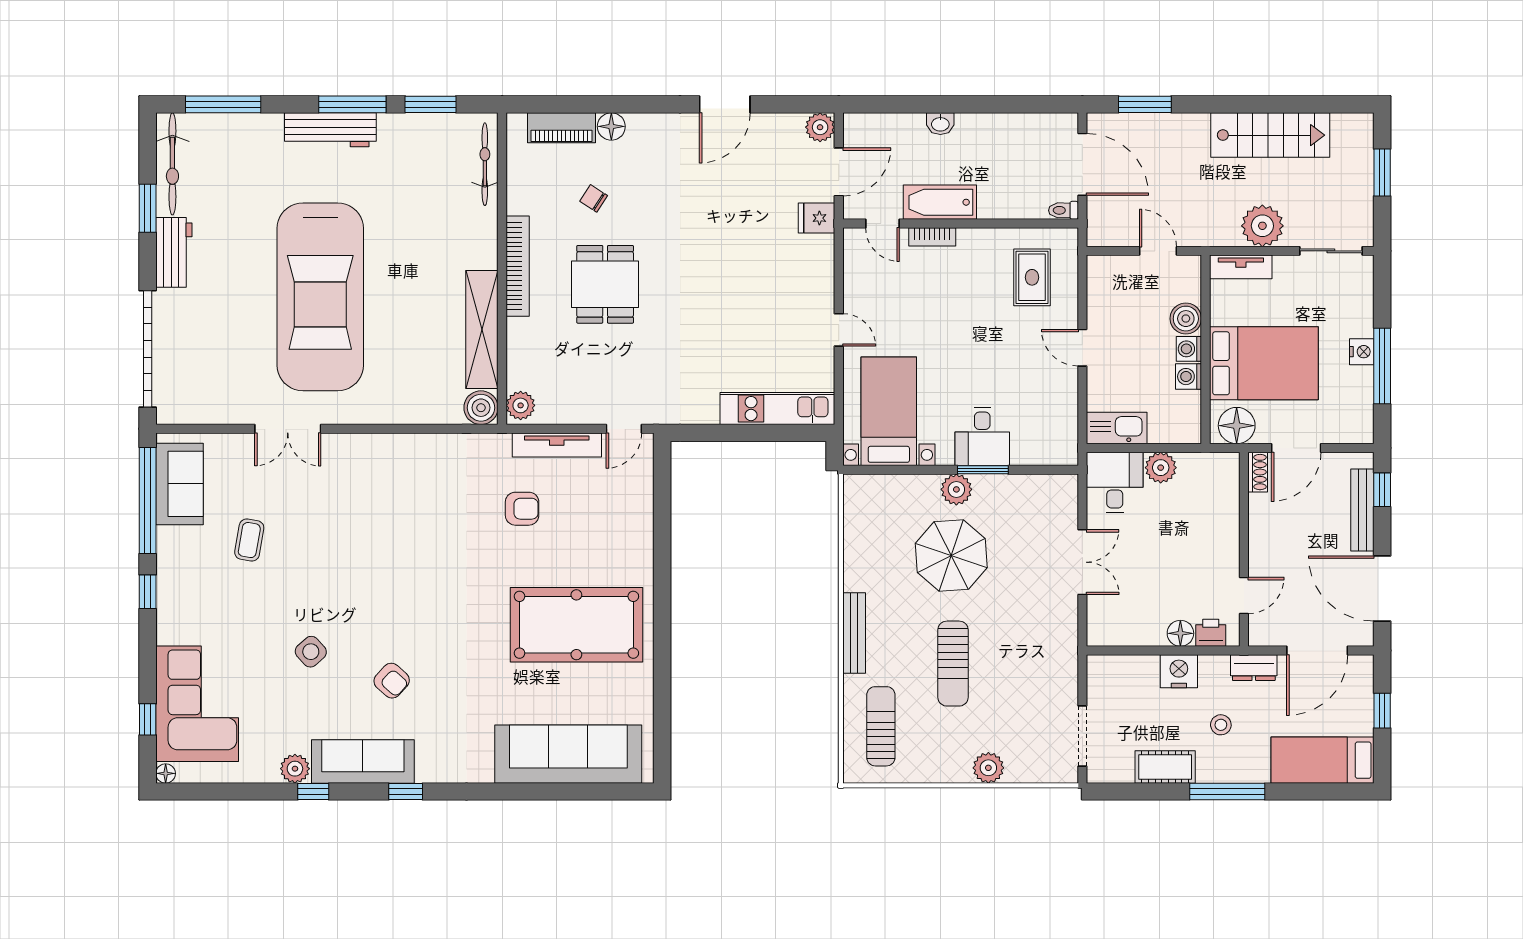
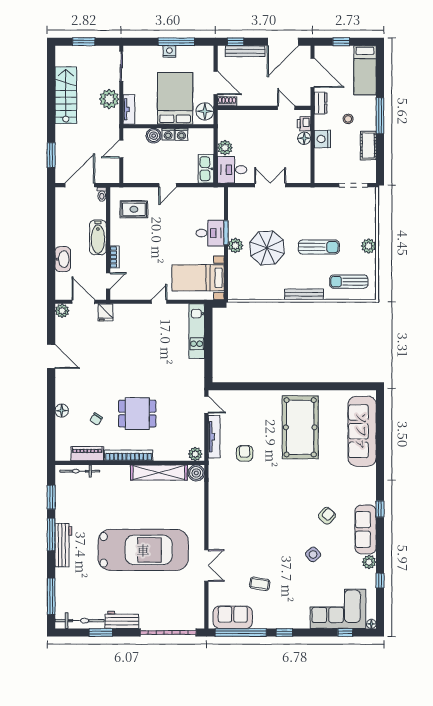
washbasin: (940, 124) -> (63, 259), width x1.91, depth x1.45
piano: (561, 128) -> (87, 454), moved, turned -90
bathtub: (940, 202) -> (98, 237), moved
plant: (988, 768) -> (369, 246), moved
window: (313, 791) -> (380, 580), moved

